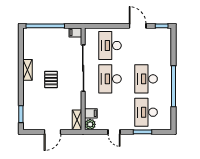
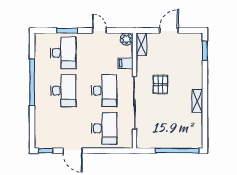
filing cabinet: (75, 33) -> (143, 143), removed
pallet: (51, 79) -> (160, 84), moved
filing cabinet: (91, 113) -> (126, 63), moved

